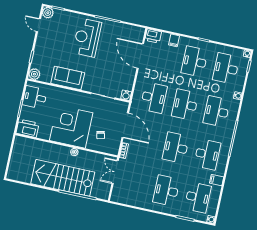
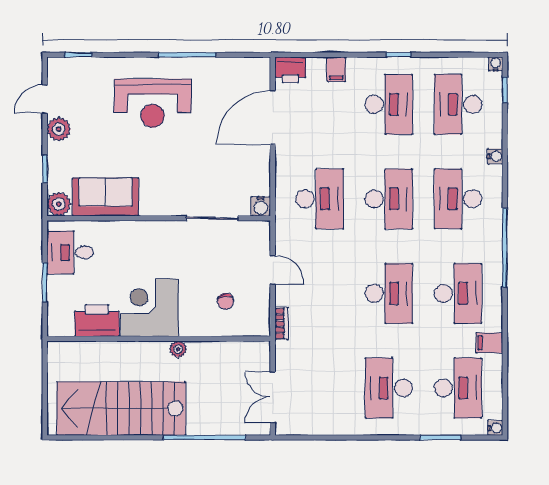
plant: (48, 13) -> (59, 129), moved
door: (38, 25) -> (45, 99), hinge flipped
reception desk: (87, 38) -> (153, 103), turned -90
door: (140, 56) -> (273, 118), hinge flipped
desk: (194, 62) -> (389, 104), turned 180
sofa: (68, 78) -> (106, 197), moved
desk: (185, 105) -> (389, 199), turned 180
door: (125, 125) -> (273, 270), width x0.53
corner desk: (71, 127) -> (149, 308), width x0.74, depth x0.74
printer: (28, 128) -> (97, 321), moved
desk: (176, 148) -> (389, 293), turned 180
double door: (115, 172) -> (273, 397), moved
stairs: (63, 178) -> (121, 409), moved

